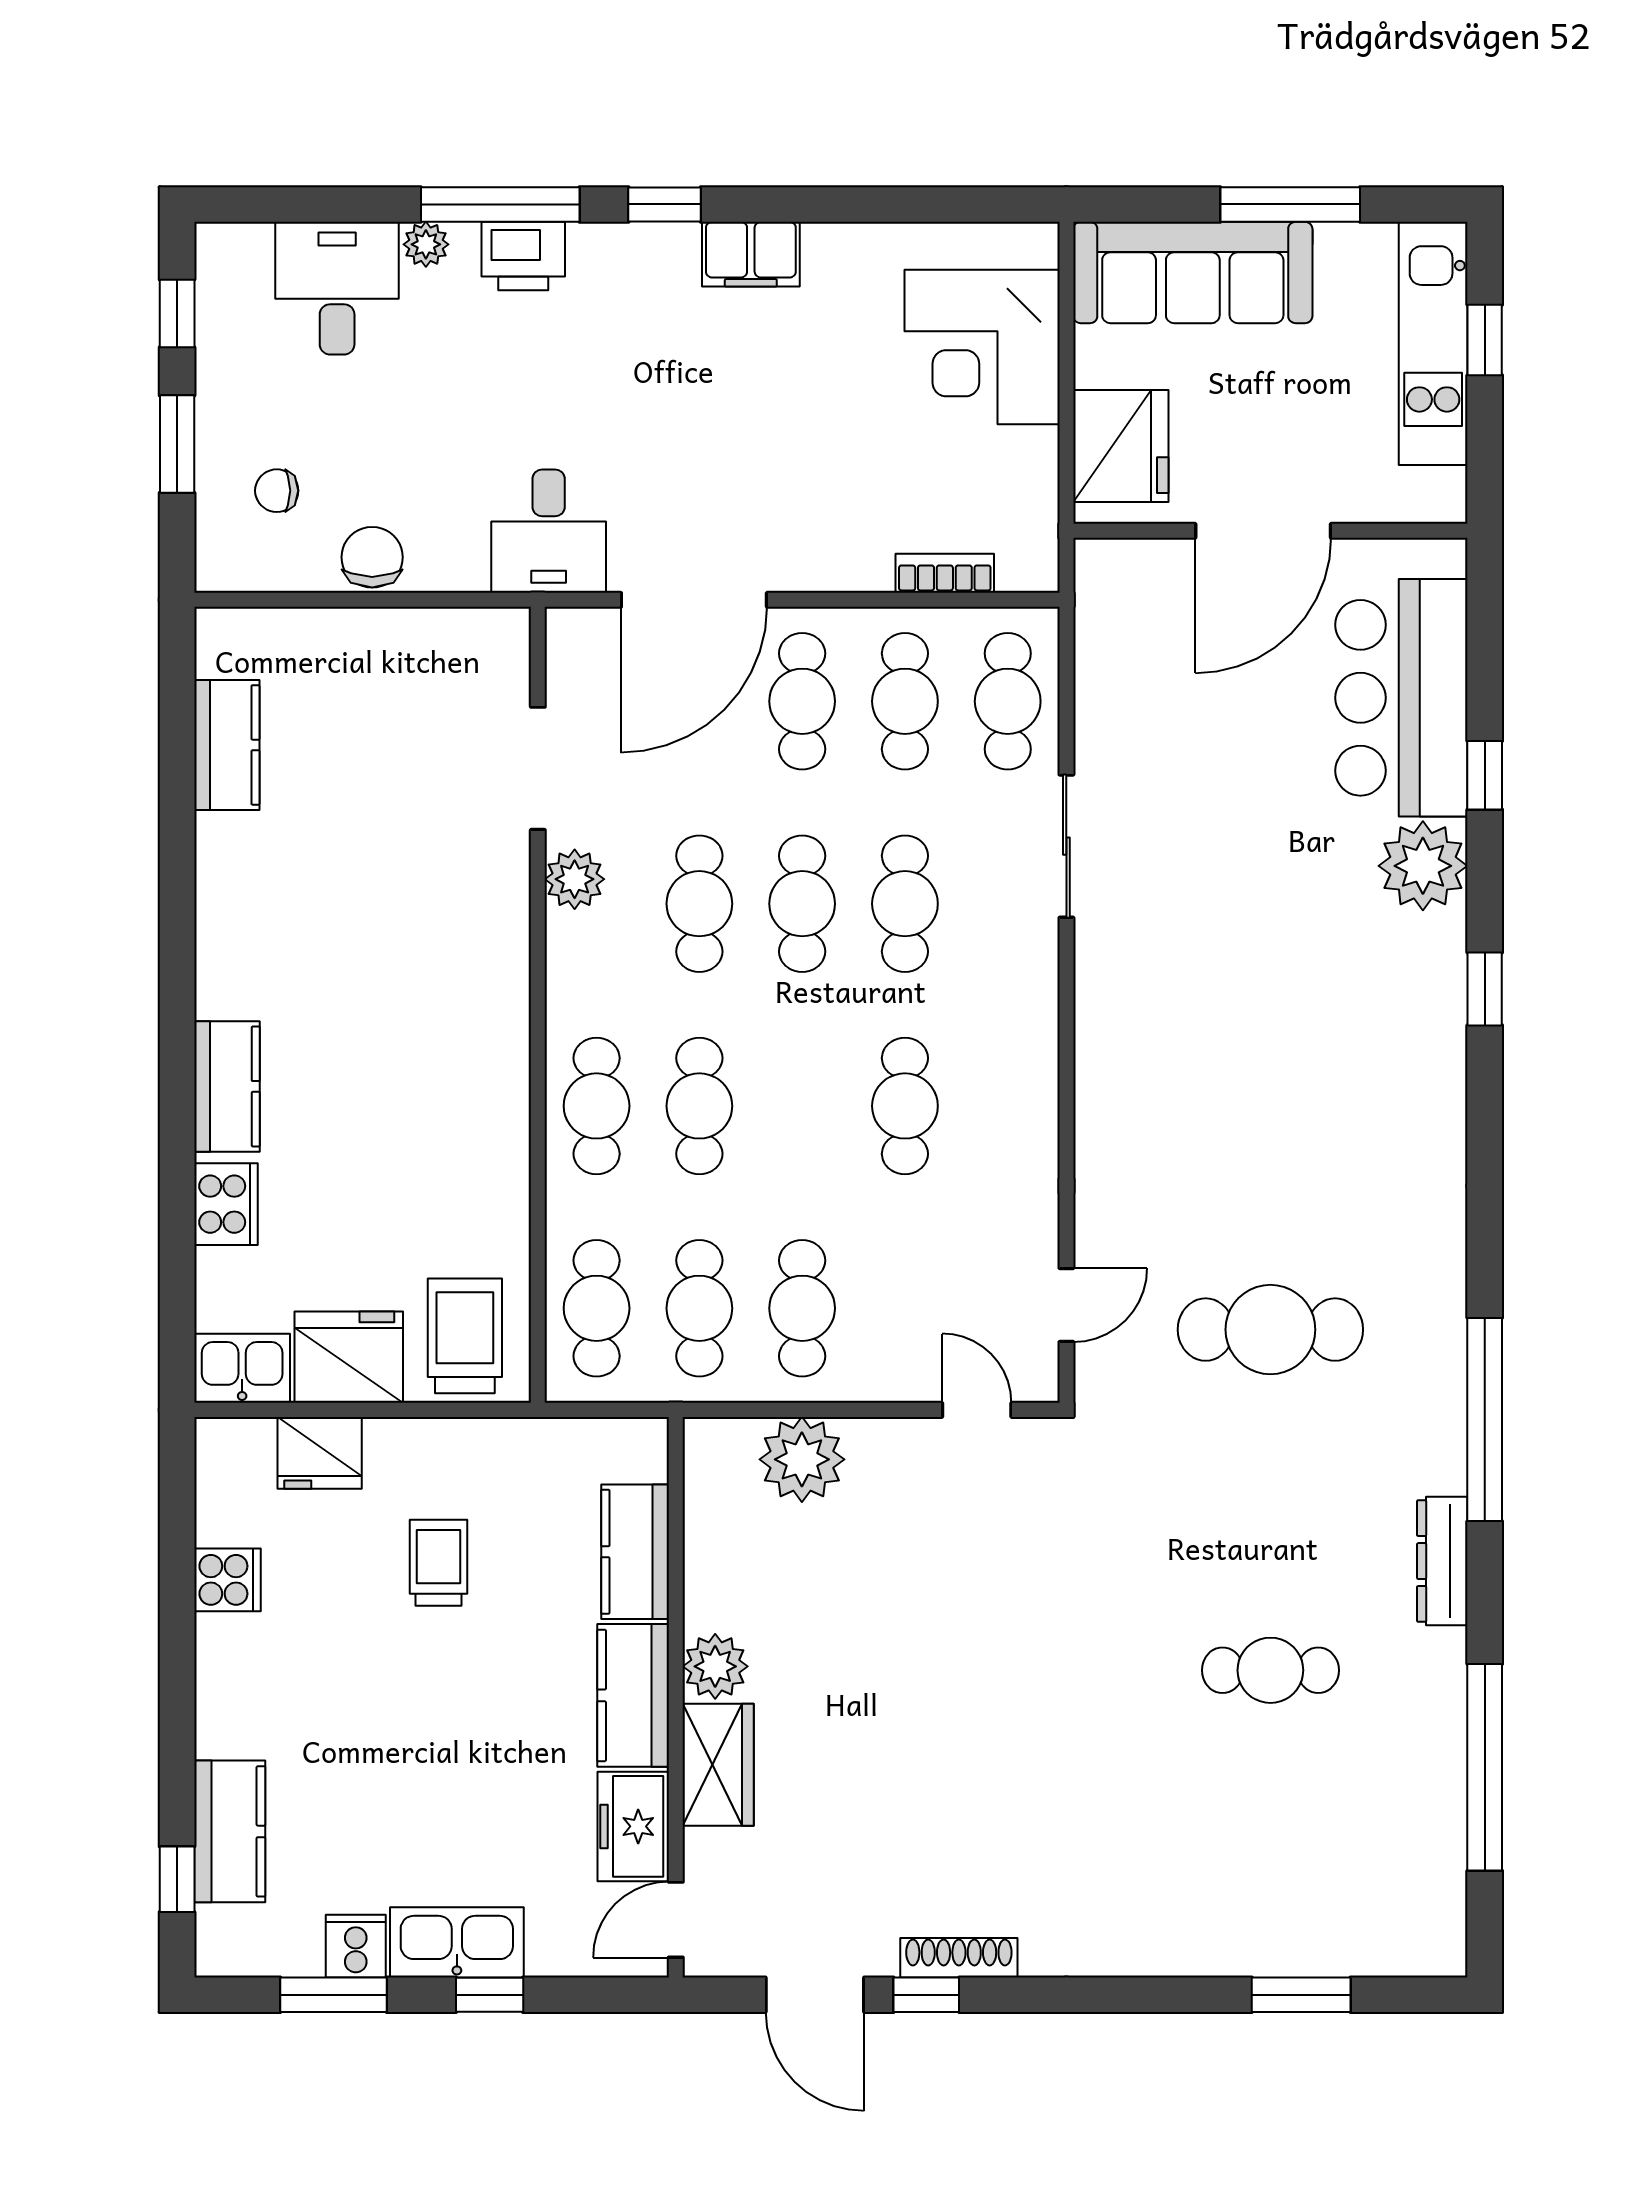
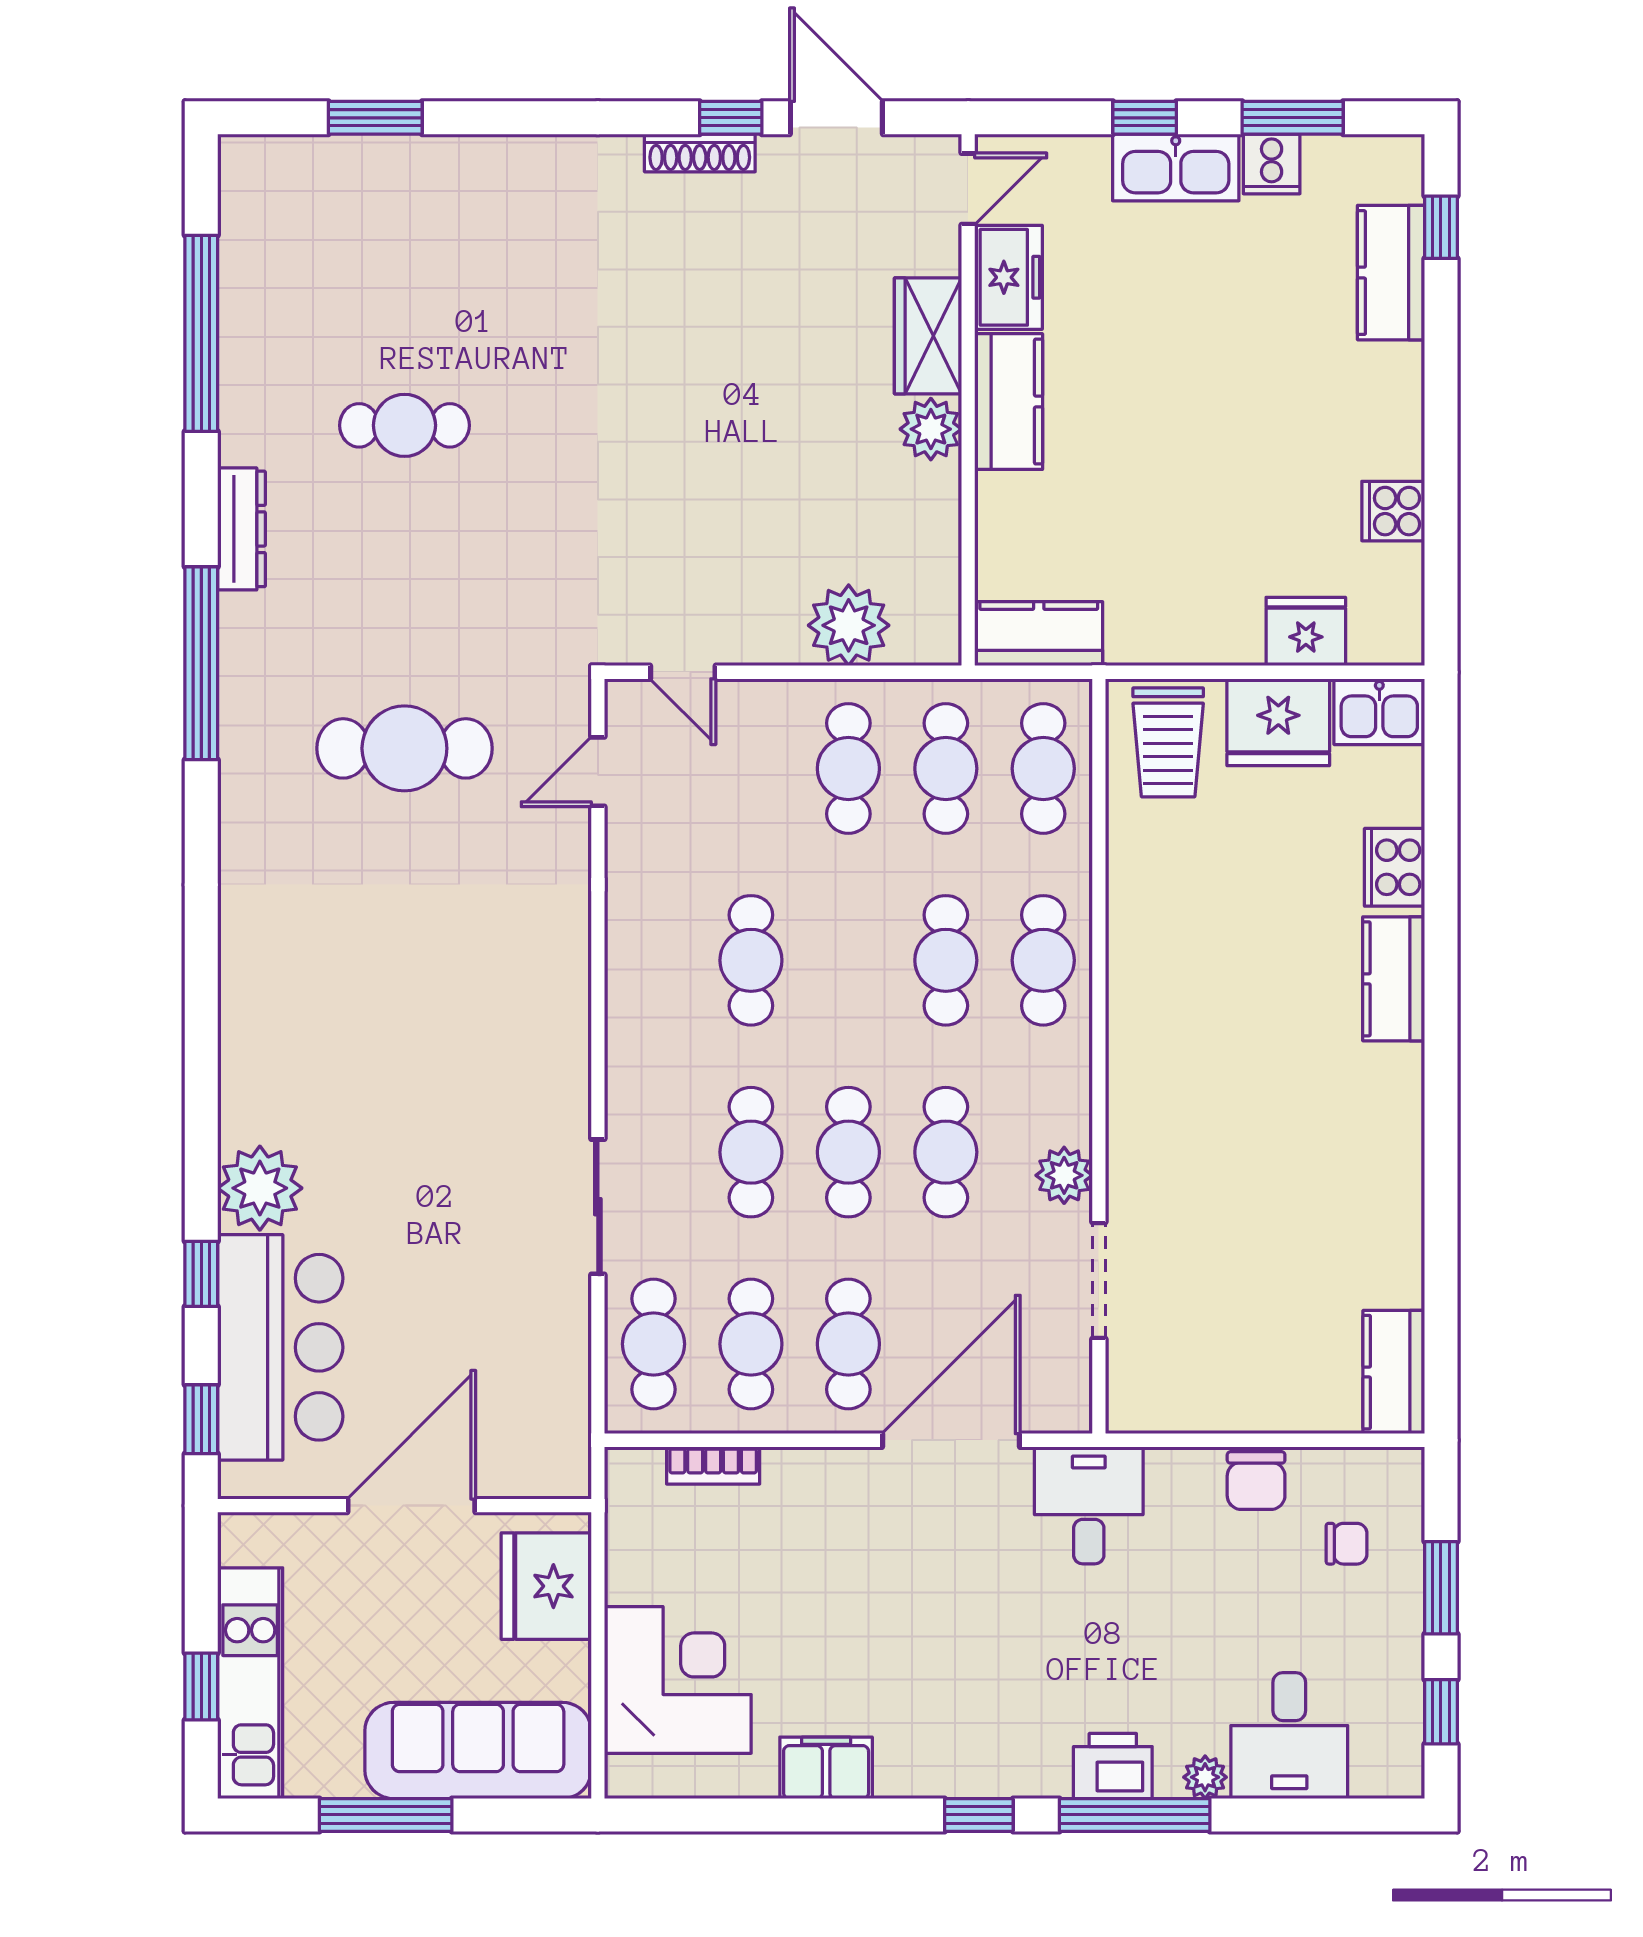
filing cabinet: (751, 254) -> (826, 1768), moved
kitchen counter: (227, 745) -> (1394, 1372), moved
window: (1485, 989) -> (201, 1419), moved
kitchen counter: (635, 1552) -> (1039, 634), moved, turned -90
trolley: (438, 1563) -> (1193, 527), removed

